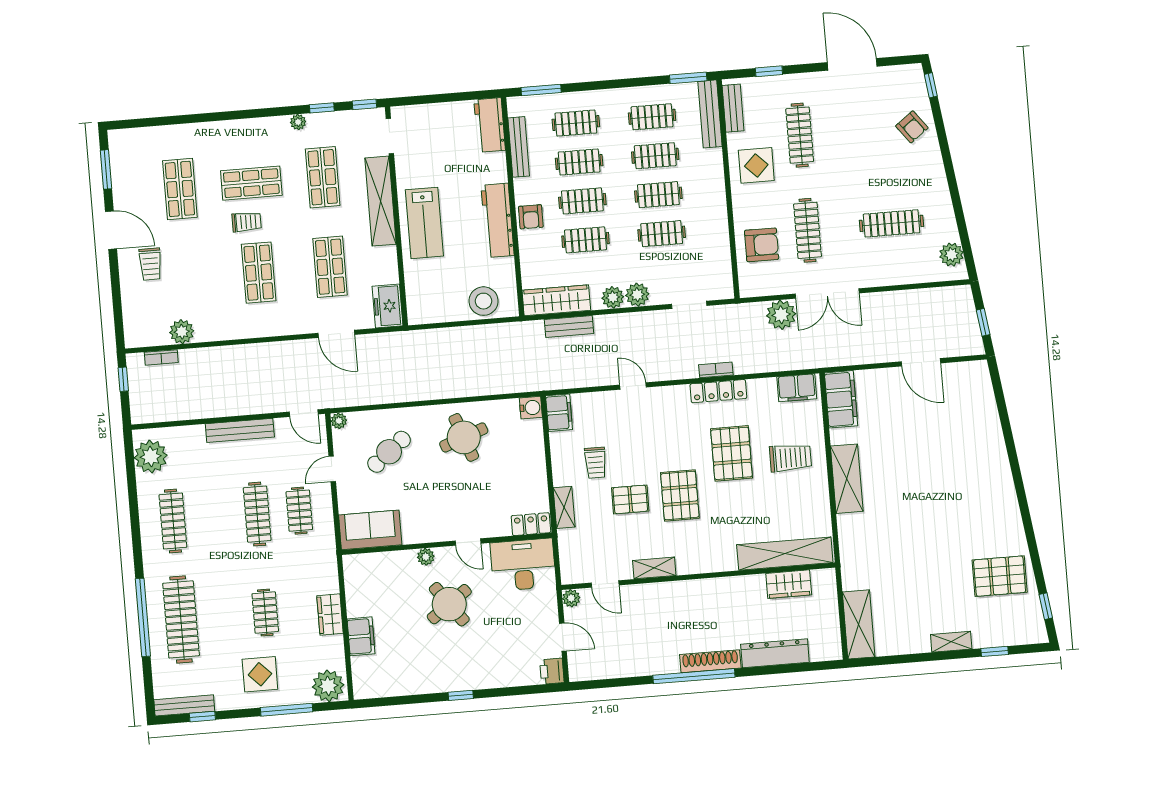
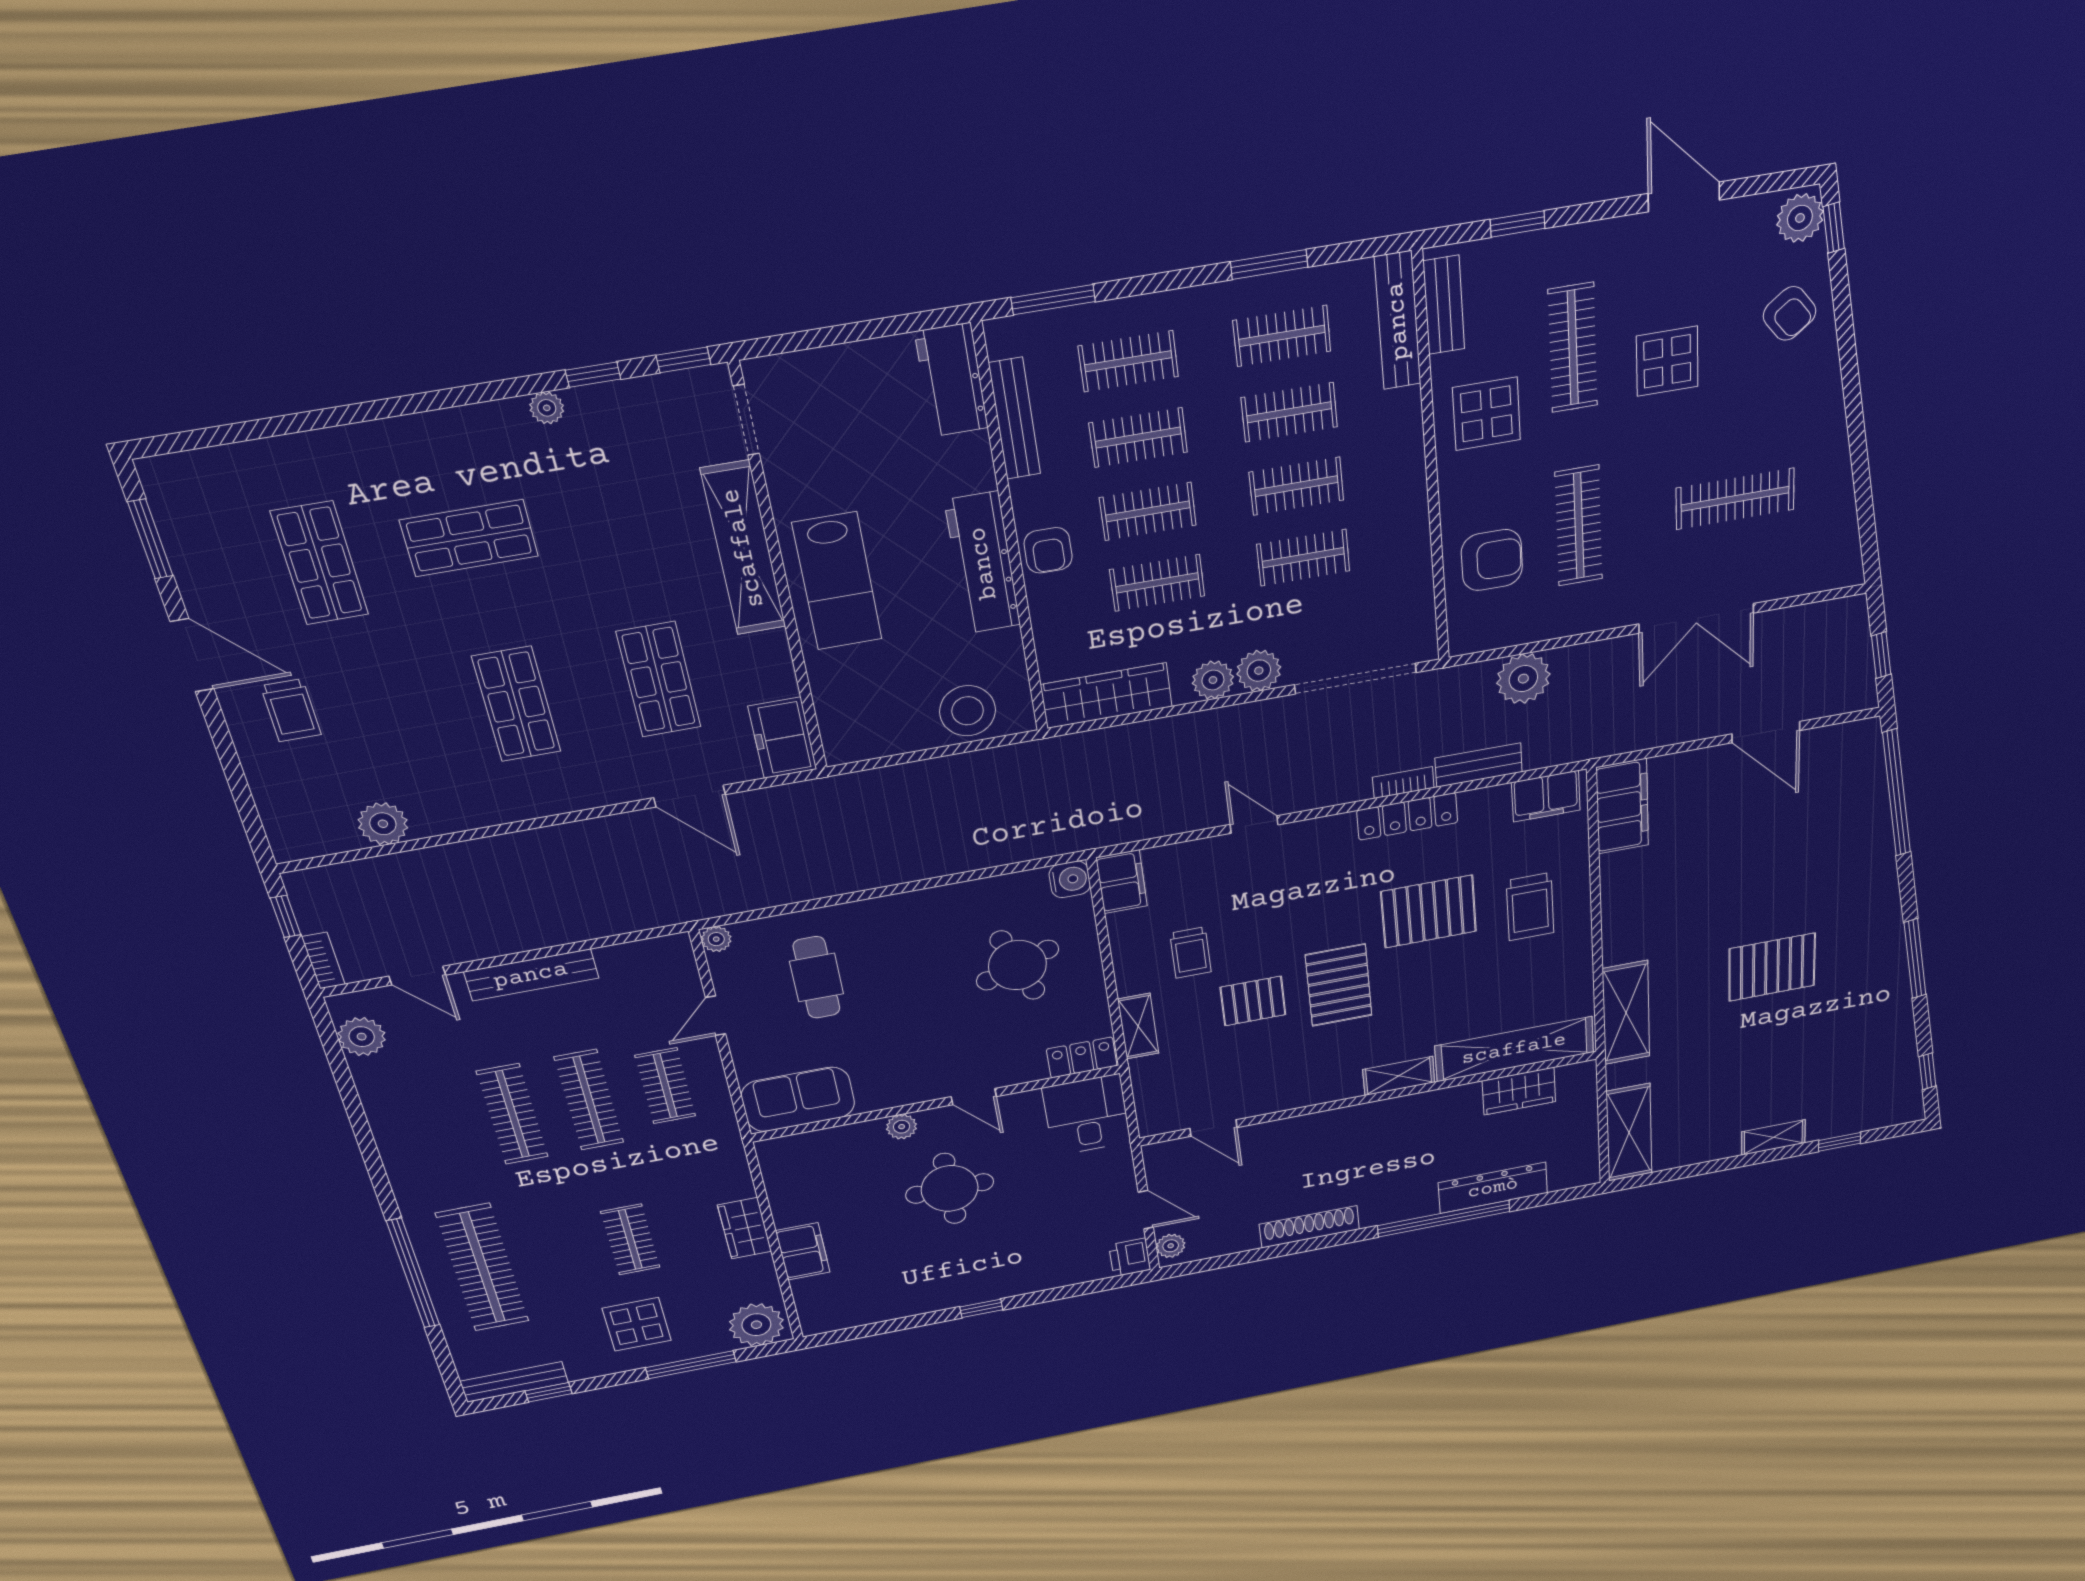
door: (852, 64) -> (1684, 197), width x0.73
window: (688, 78) -> (1269, 264), moved
display table: (849, 146) -> (1667, 361), added
shop shelf: (323, 177) -> (617, 513), removed
trolley: (247, 222) -> (474, 613), removed
plant: (951, 255) -> (1800, 218), moved
double door: (827, 293) -> (1696, 618), moved
doorway: (689, 305) -> (1355, 679), width x1.88
bench: (569, 326) -> (1479, 765), moved
bookcase: (161, 357) -> (323, 961), moved, turned -90
window: (1002, 410) -> (1896, 793), added
door: (304, 413) -> (417, 976), moved
round table: (464, 437) -> (1017, 965), moved
cafe table: (389, 452) -> (817, 978), turned -51
pallet: (732, 453) -> (1429, 912), turned 90
plant: (151, 457) -> (362, 1037), width x0.73, depth x0.73
trolley: (790, 458) -> (1530, 907), turned 90
shelving: (847, 479) -> (1626, 1013), moved
clothes rail: (173, 521) -> (512, 1114), moved
window: (1027, 523) -> (1915, 959), added
desk: (523, 565) -> (1087, 1115), width x0.73
shelving: (654, 568) -> (1399, 1076), moved
pallet: (1000, 576) -> (1772, 967), moved
plant: (571, 598) -> (1171, 1246), moved
round table: (449, 604) -> (950, 1188), turned 36
shoe rack: (710, 661) -> (1309, 1227), moved
window: (694, 676) -> (1444, 1219), moved

